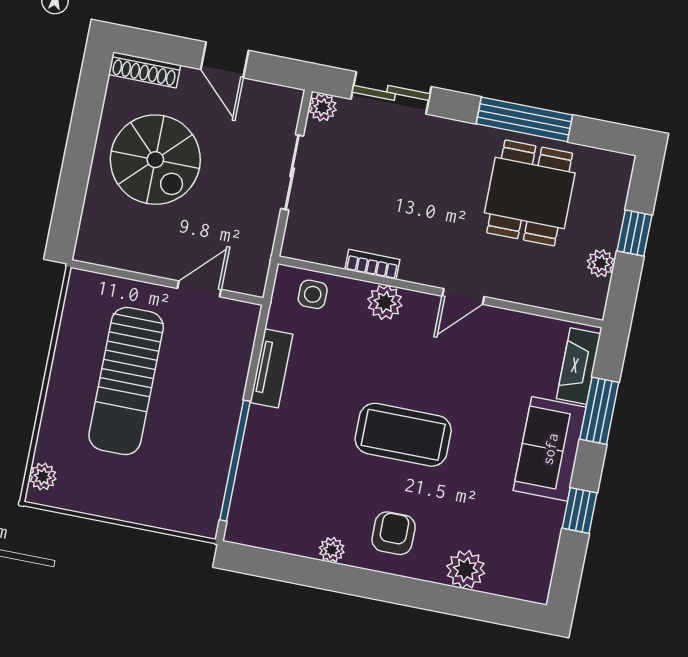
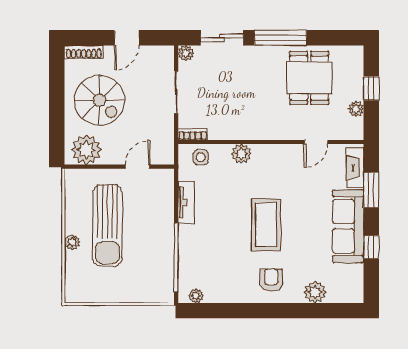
door: (225, 60) -> (127, 38), hinge flipped
window: (524, 119) -> (280, 38), moved
plant: (115, 242) -> (86, 150), added
bookcase: (372, 264) -> (193, 134), moved
door: (463, 296) -> (316, 142), moved
coffee table: (403, 435) -> (266, 225), turned 90
sofa: (550, 449) -> (348, 226), width x1.36
plant: (43, 477) -> (72, 242), moved
plant: (332, 550) -> (196, 296), moved

